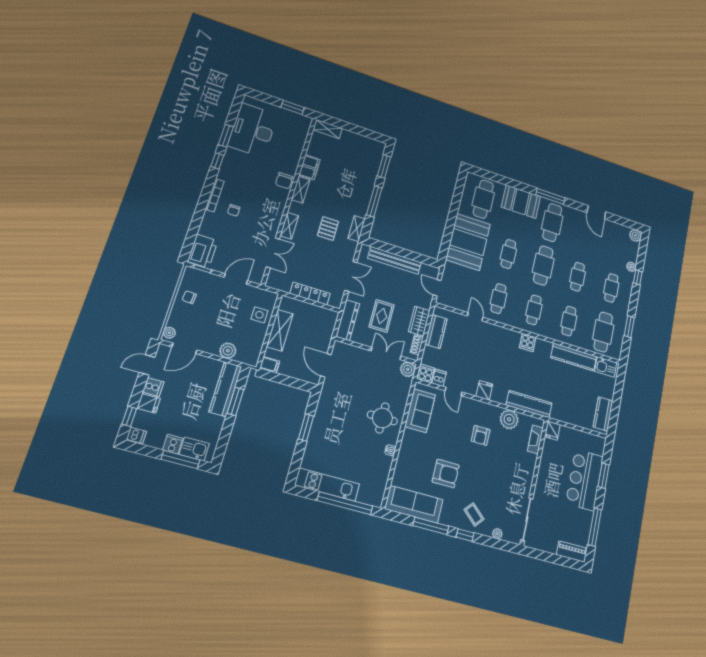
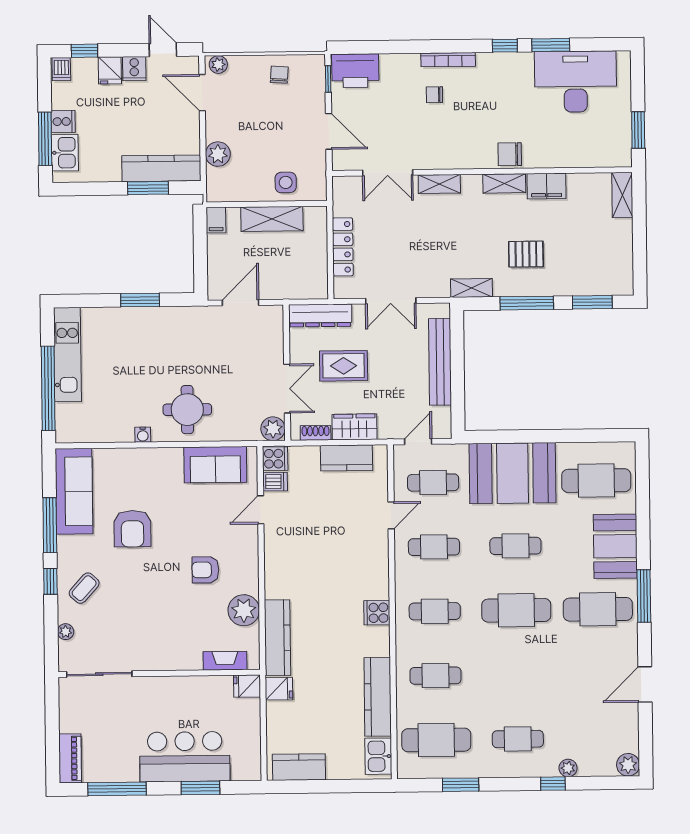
pallet: (328, 229) -> (526, 254), moved
cafe table: (577, 277) -> (433, 483), moved
fridge: (484, 390) -> (279, 689), moved

